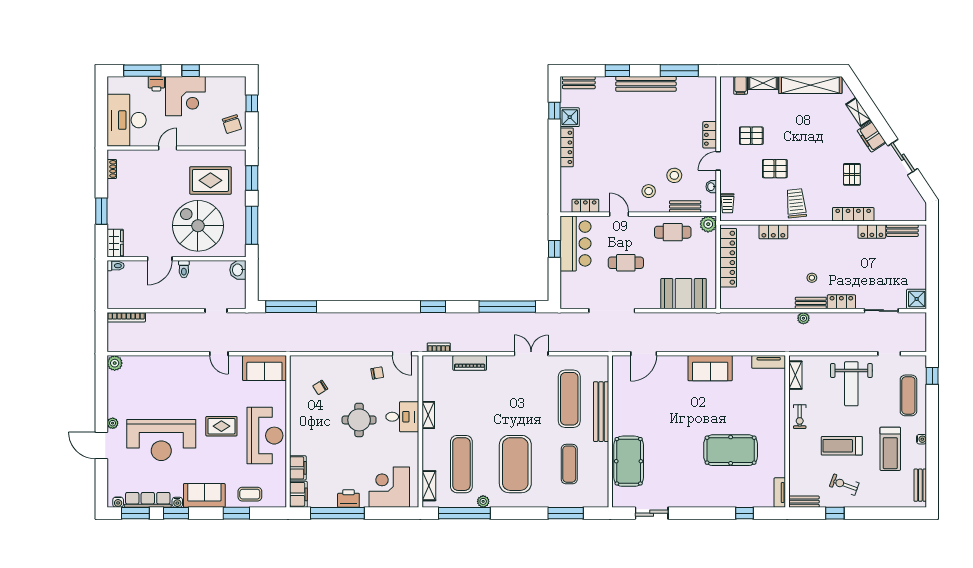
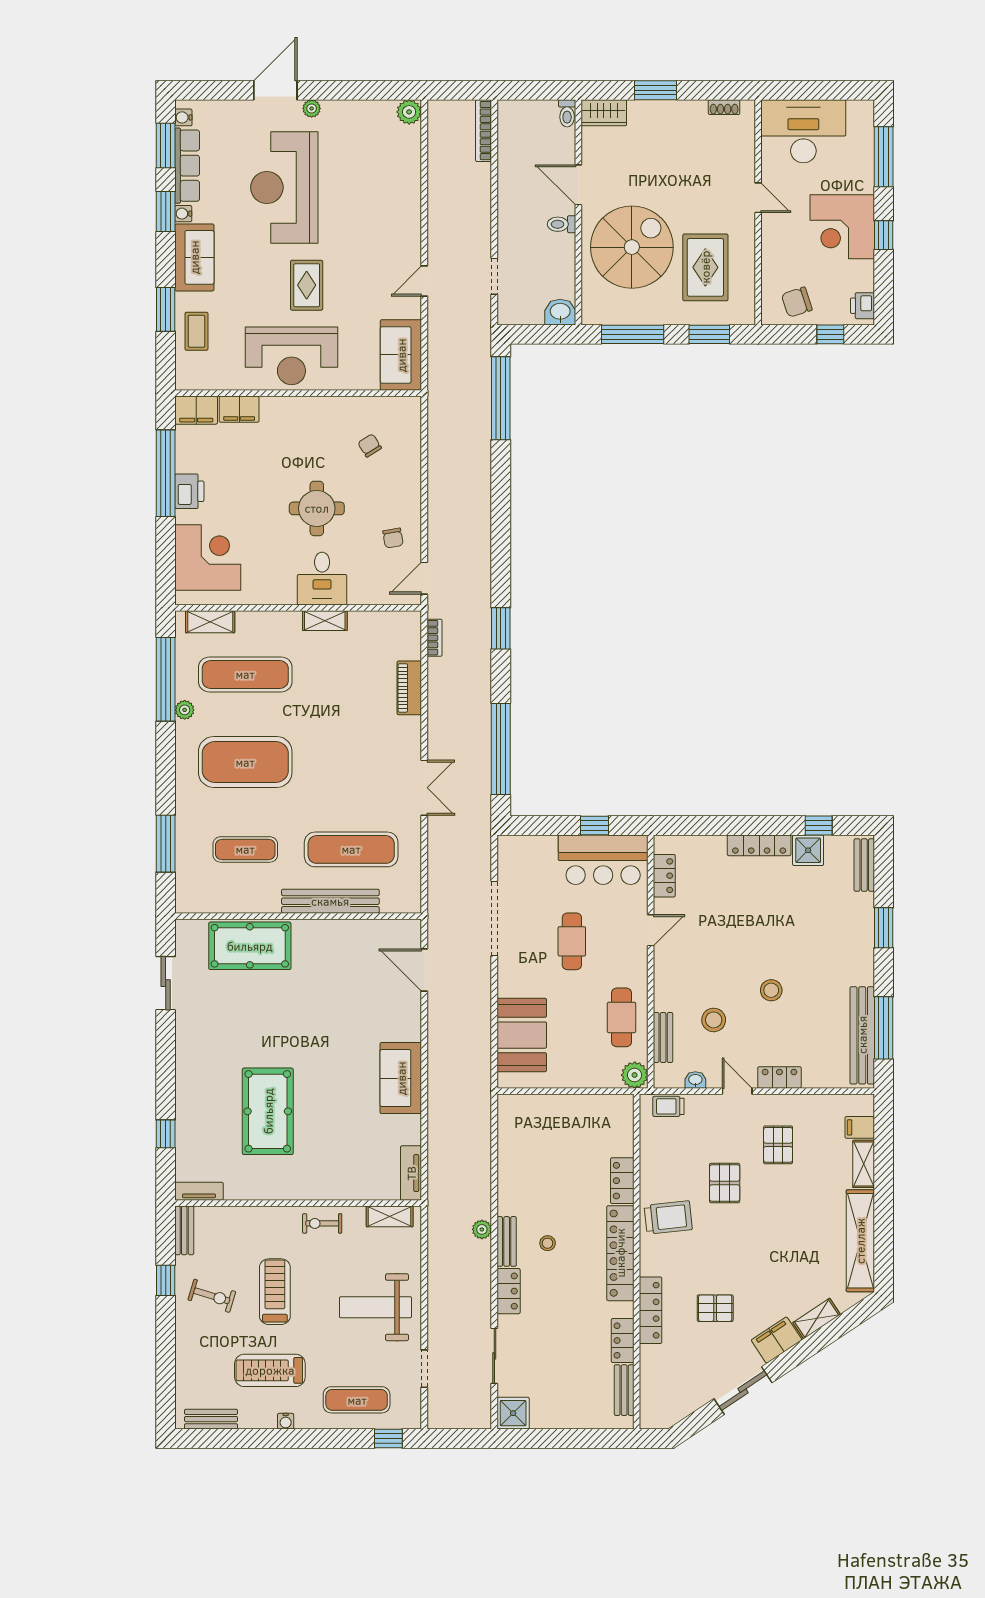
printer: (156, 84) -> (862, 306), moved
bench: (646, 84) -> (862, 1035), moved
stool: (649, 191) -> (771, 990), moved
locker: (728, 258) -> (620, 1253), moved, turned 90
exercise bike: (844, 485) -> (212, 1296), turned 87

